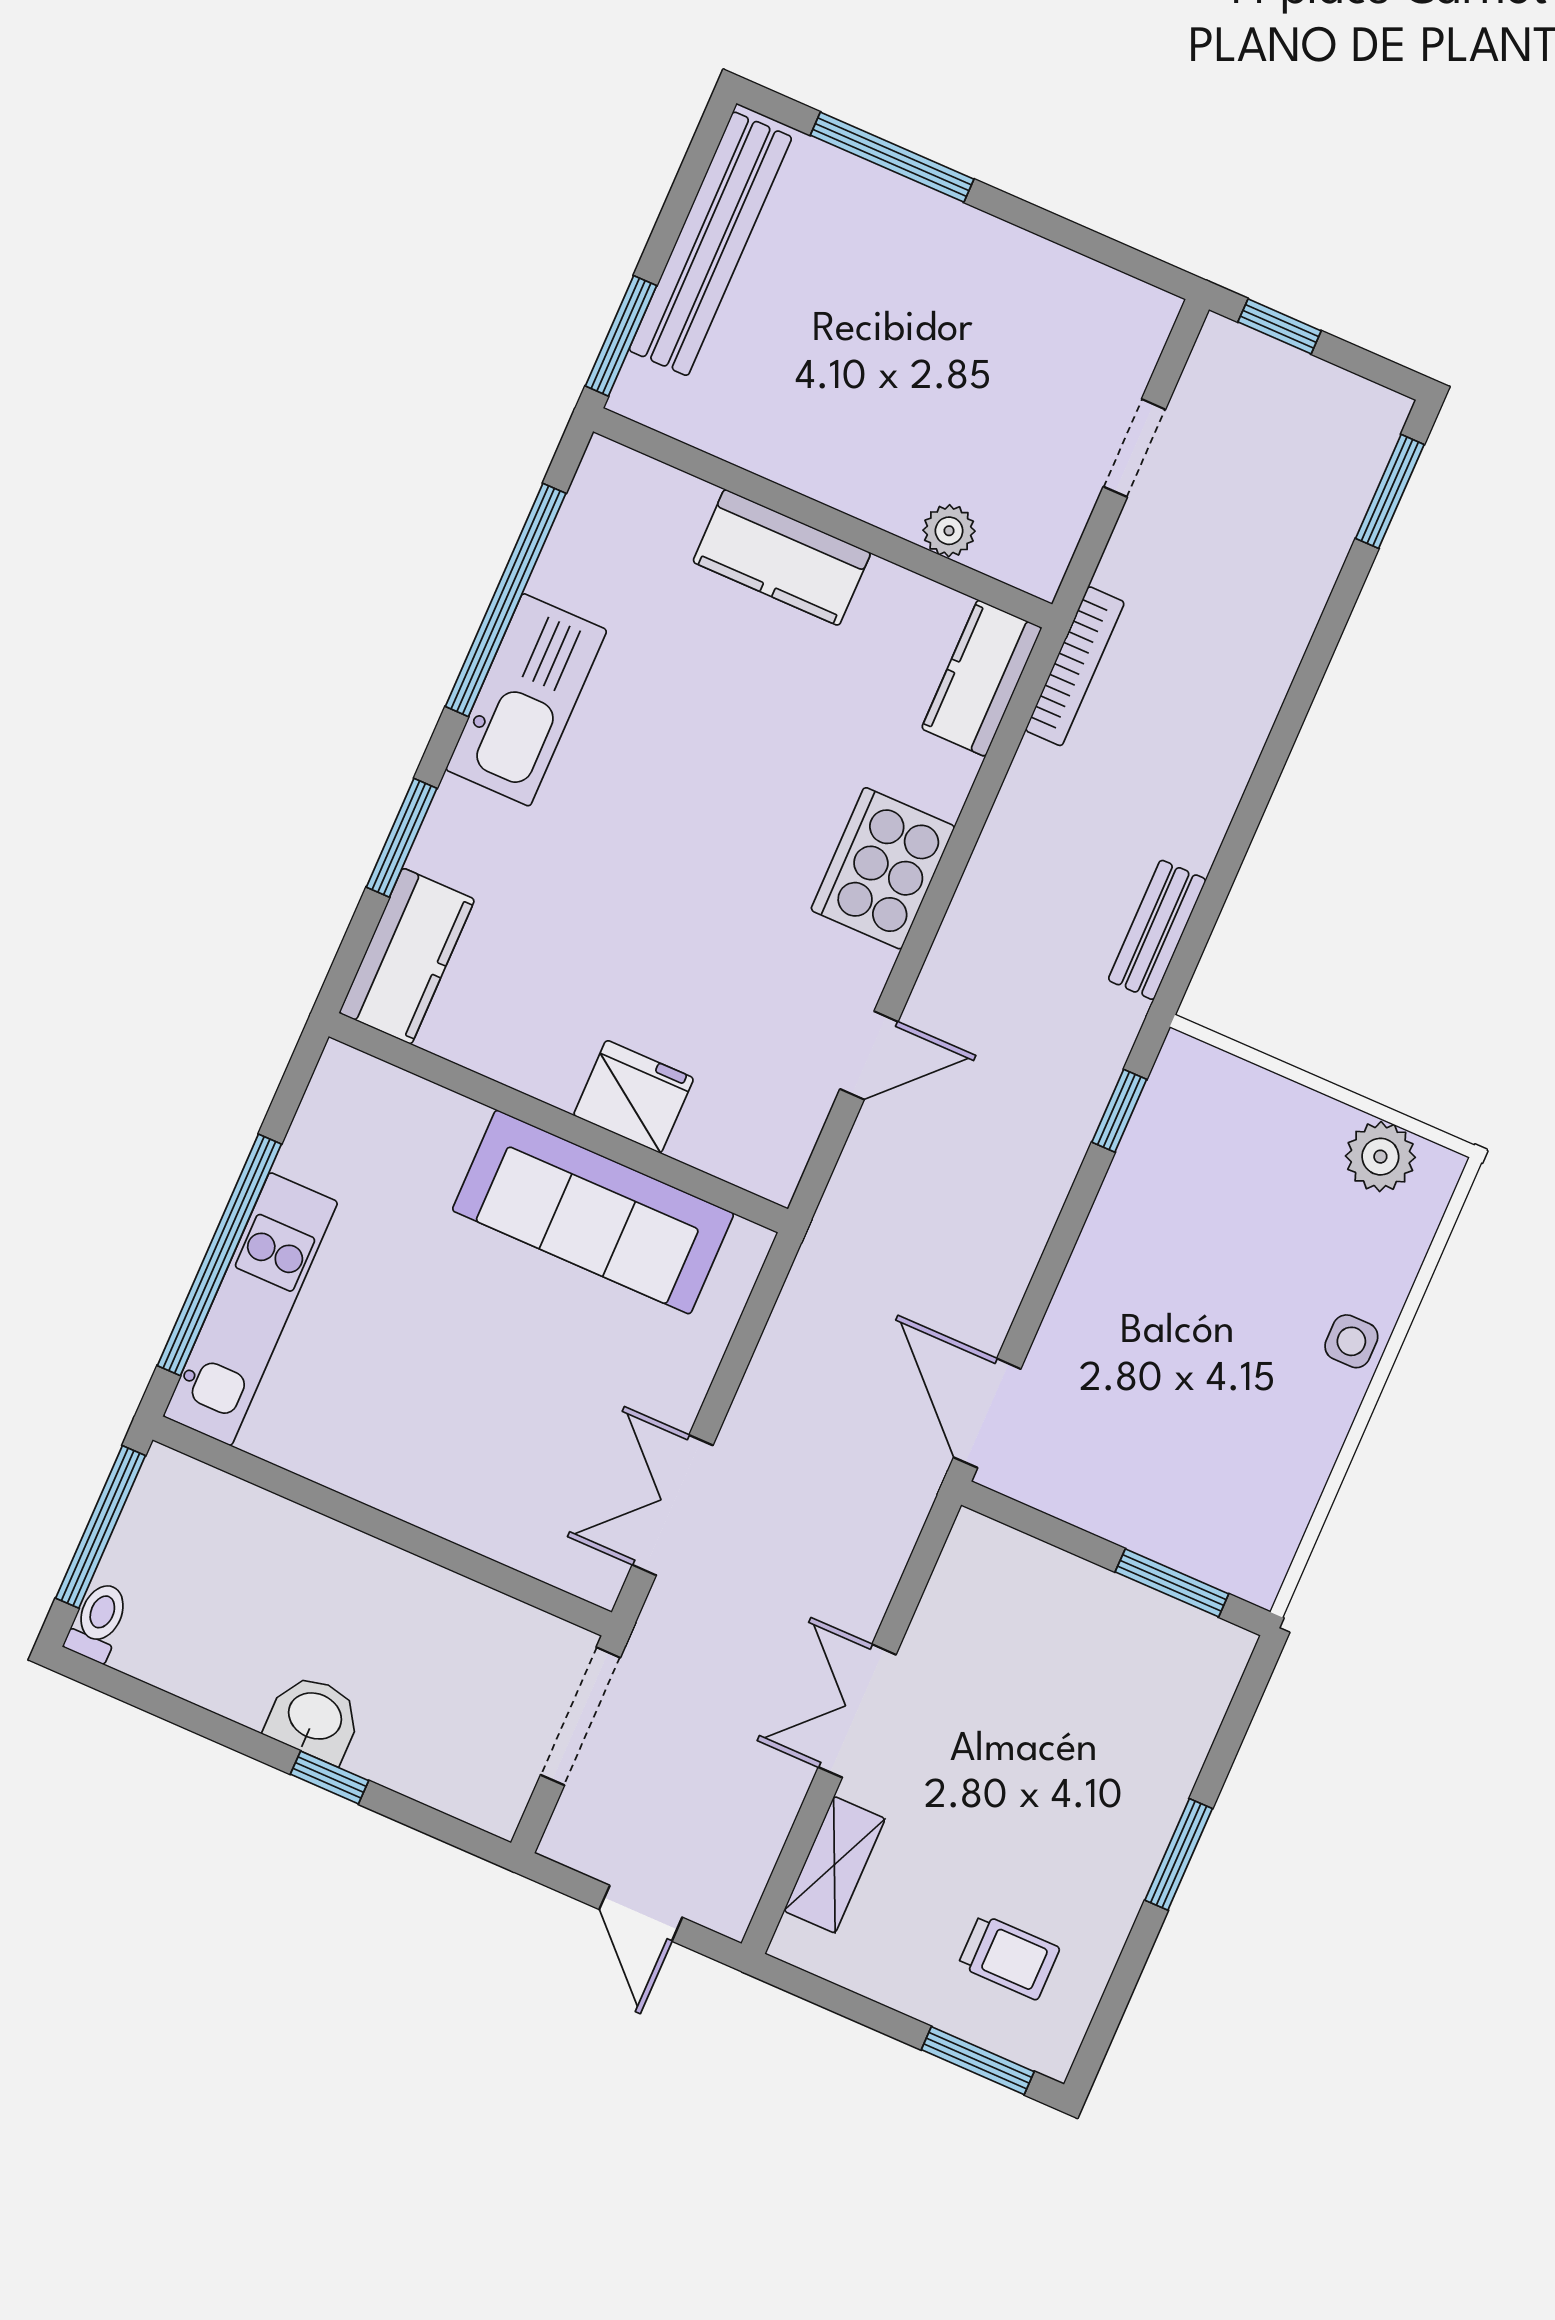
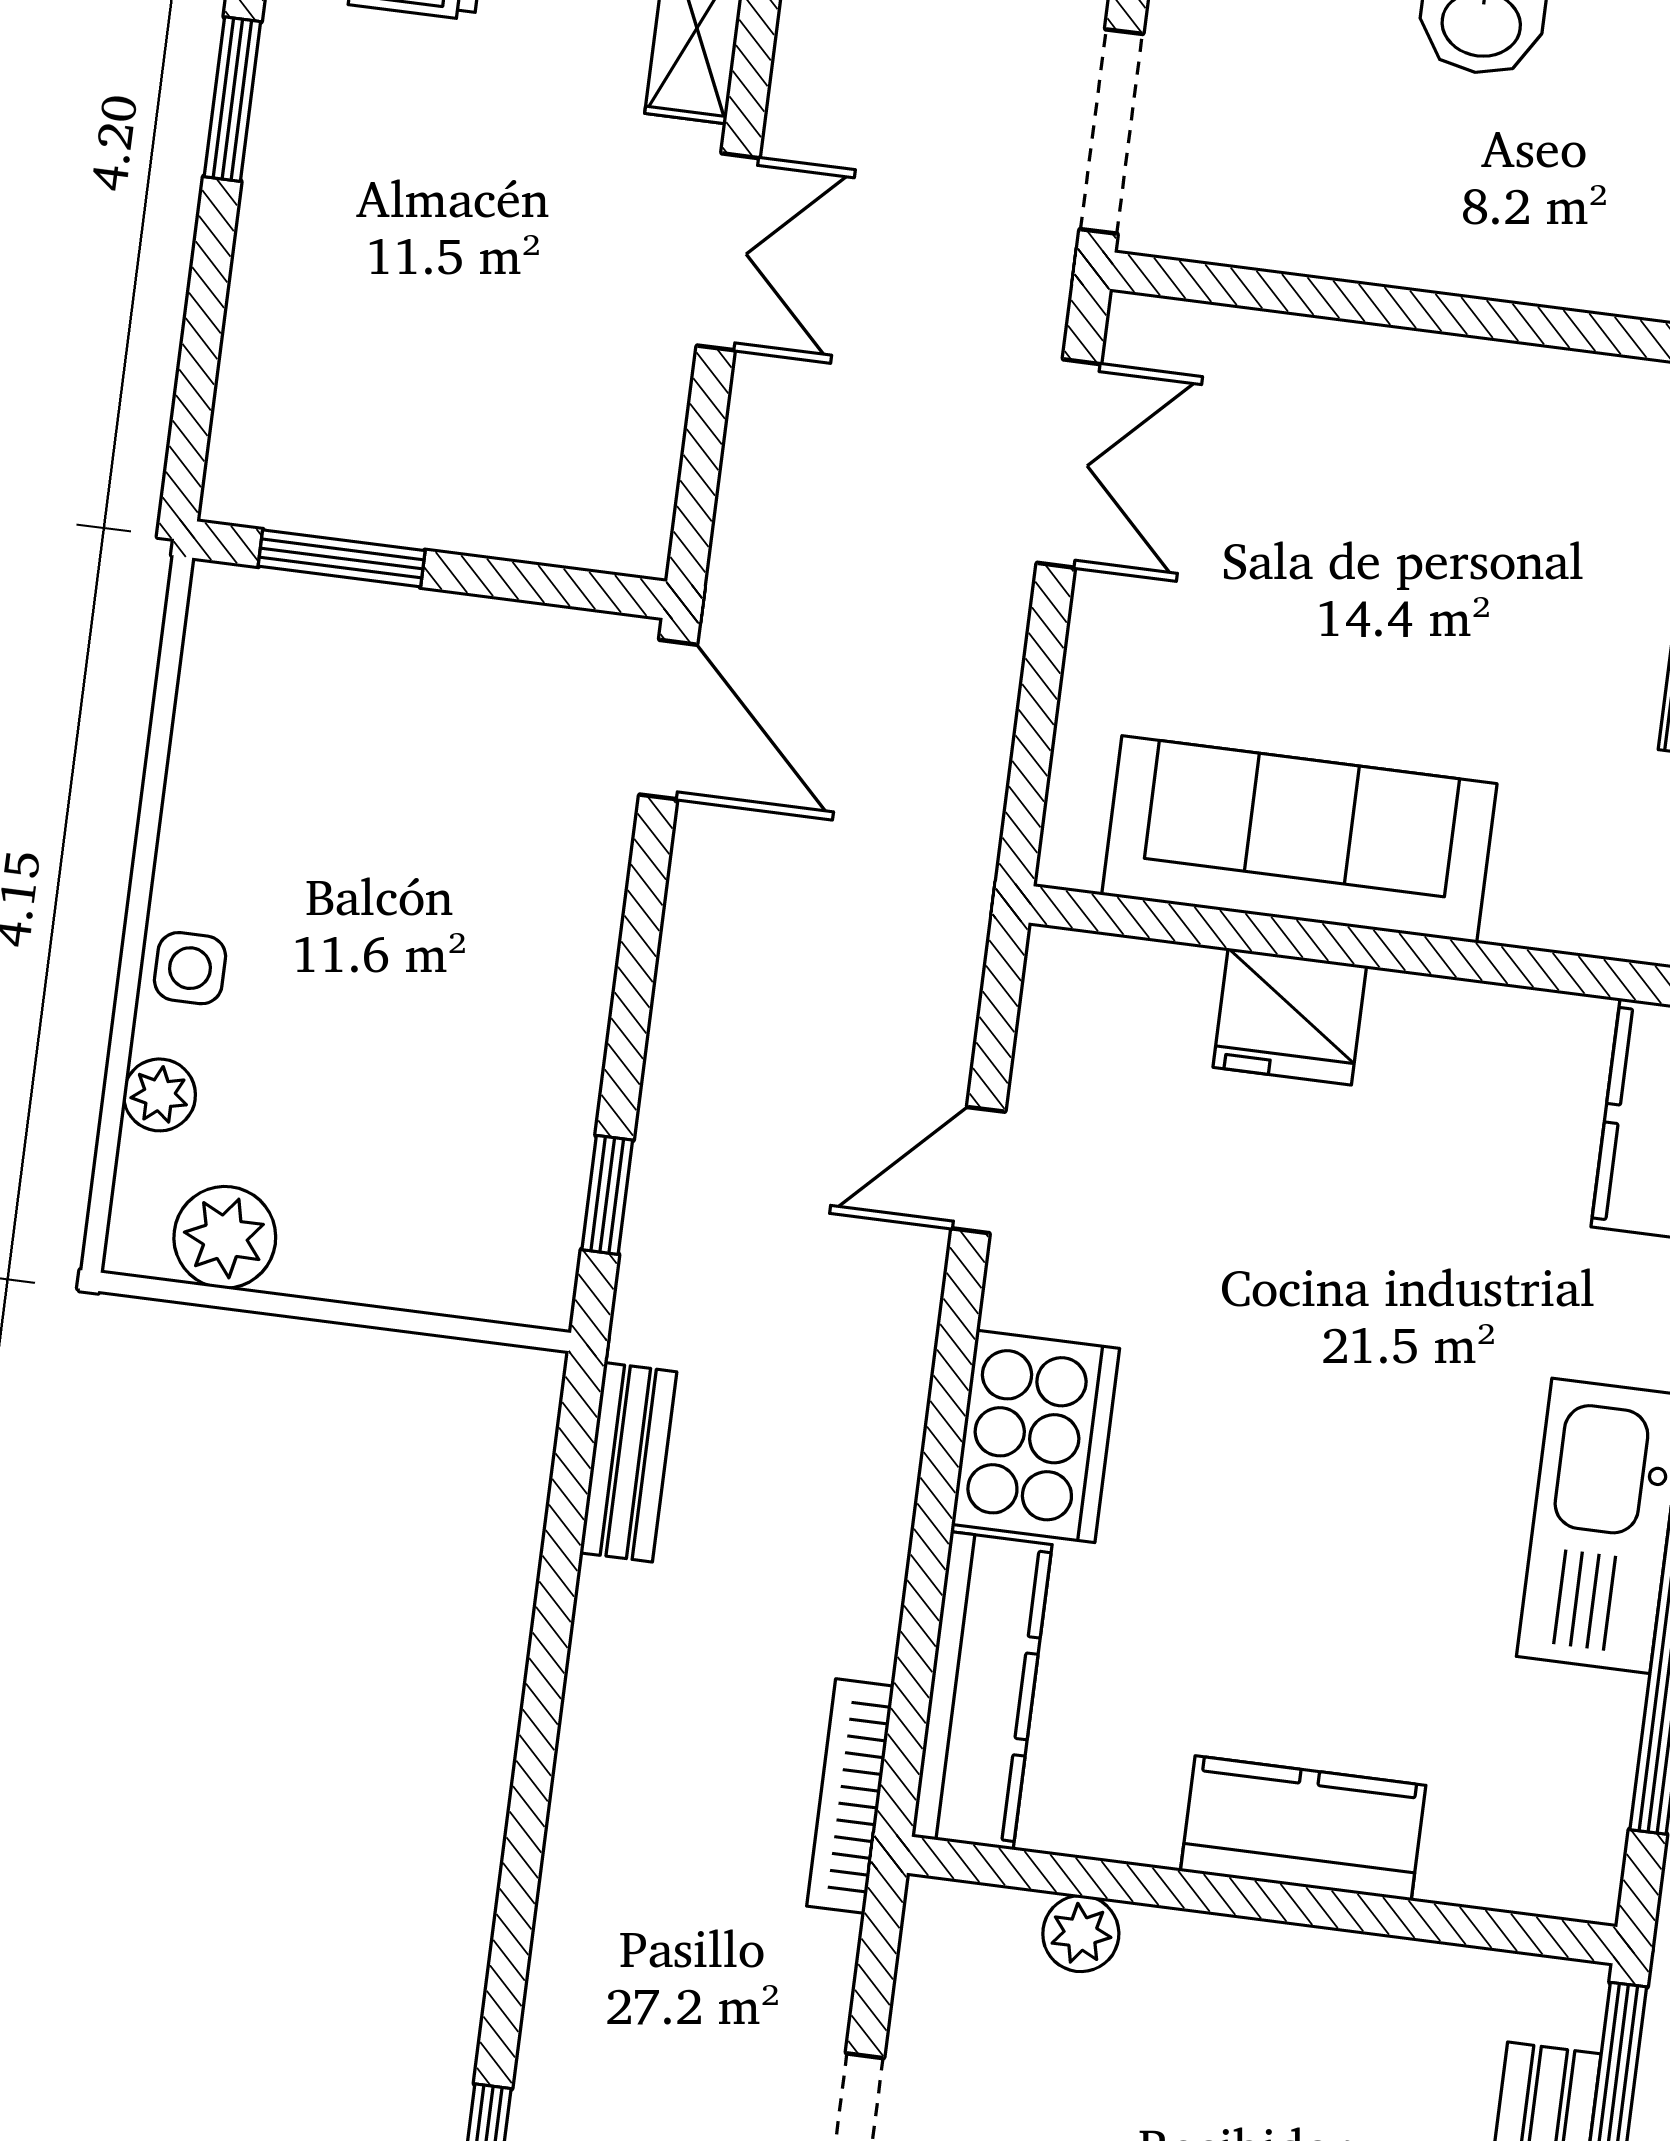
kitchen counter: (982, 678) -> (982, 1691), width x1.50
plant: (1396, 1263) -> (159, 1095), added
window: (1179, 1854) -> (232, 99), moved

